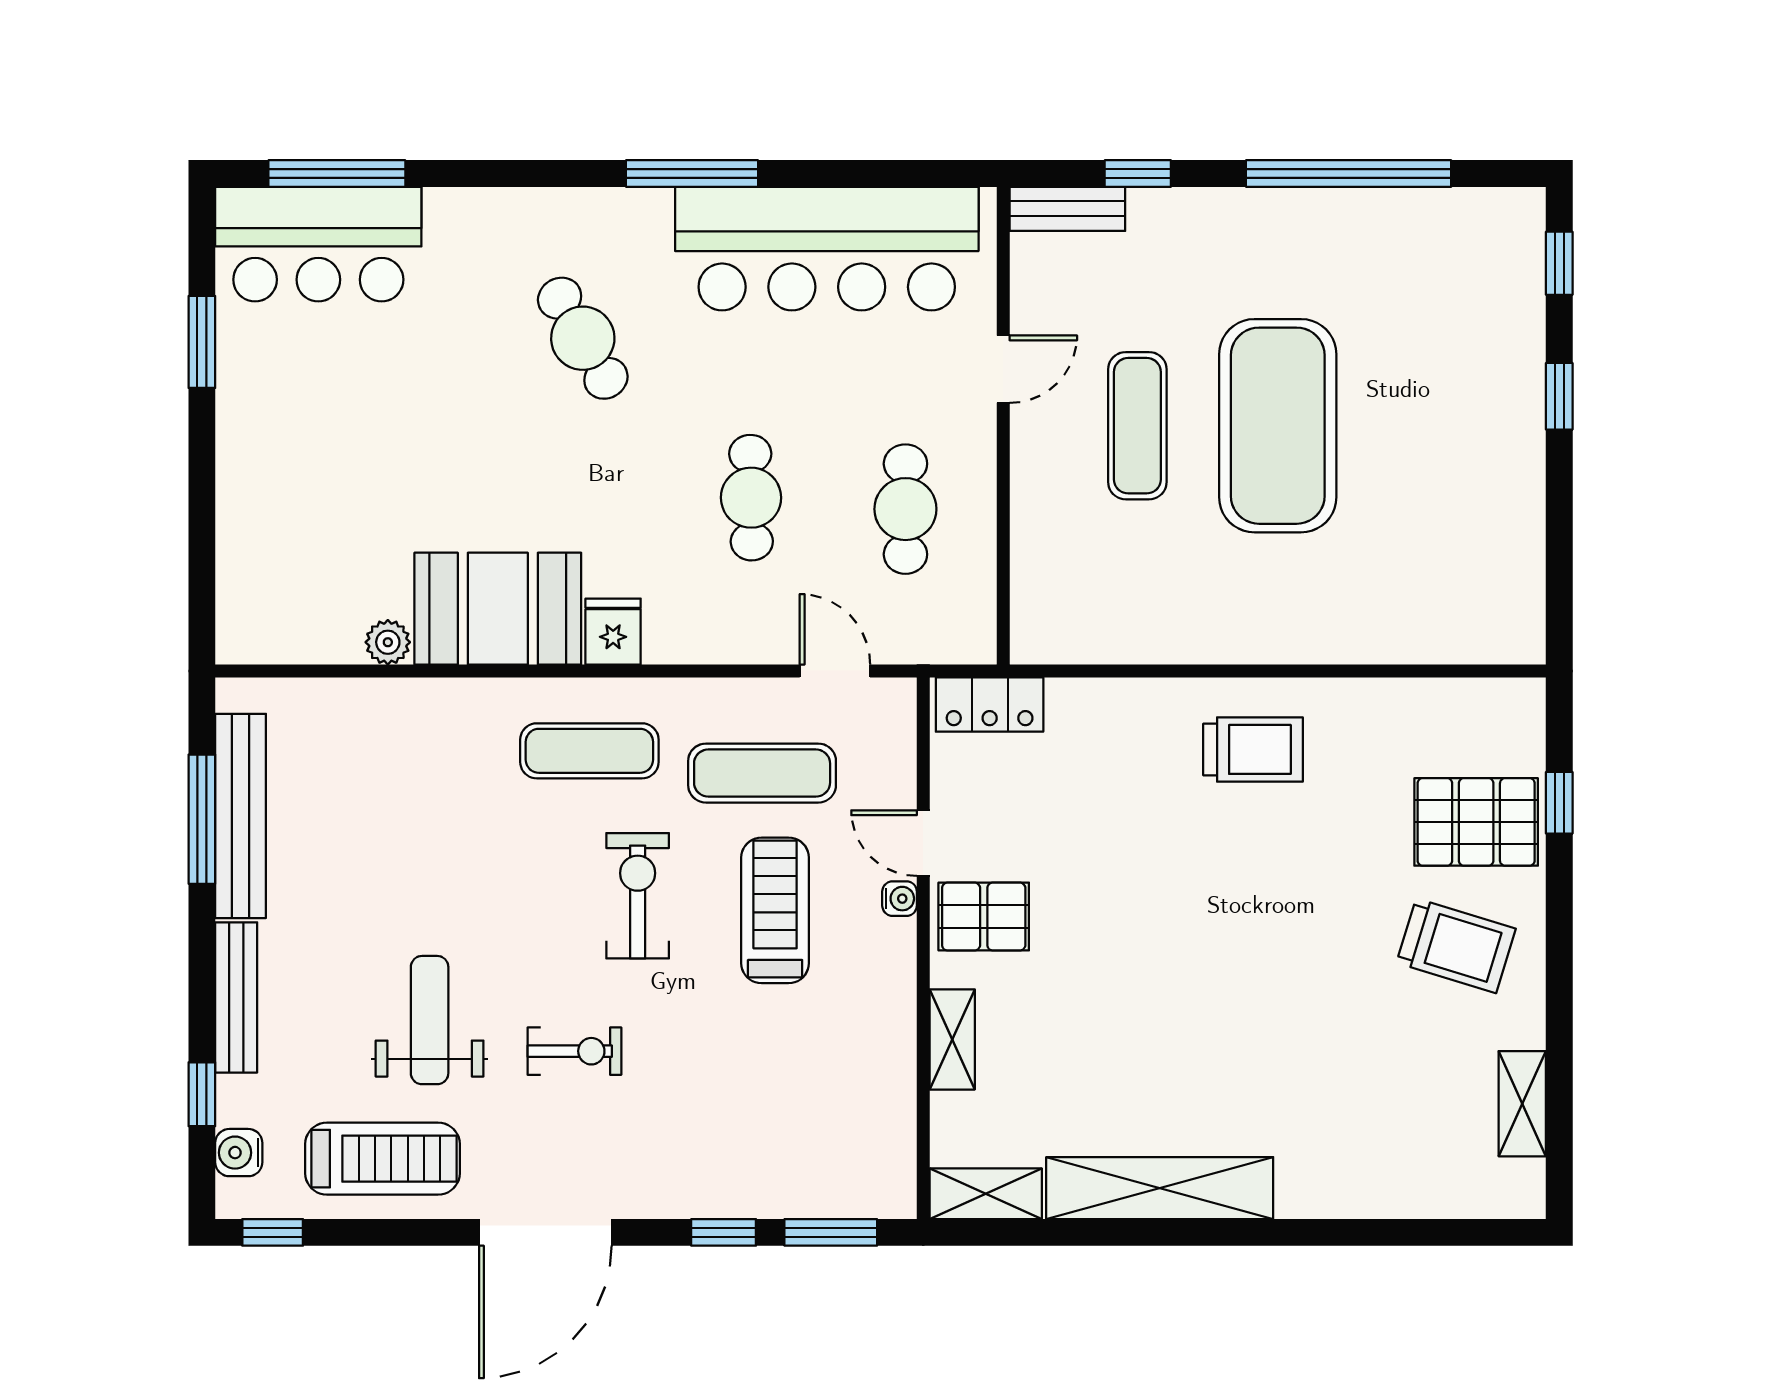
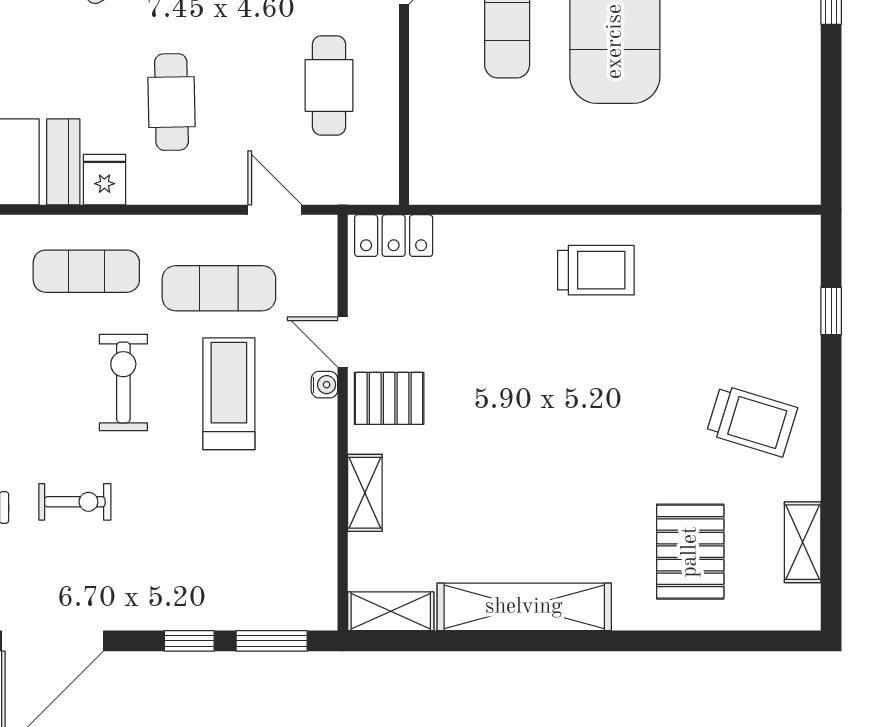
cafe table: (751, 498) -> (171, 102), moved
pallet: (1476, 822) -> (690, 552), moved, turned 90

